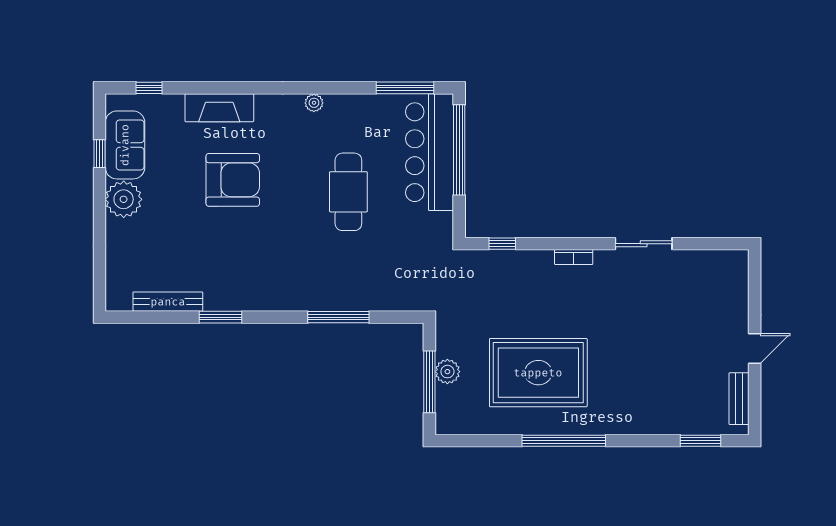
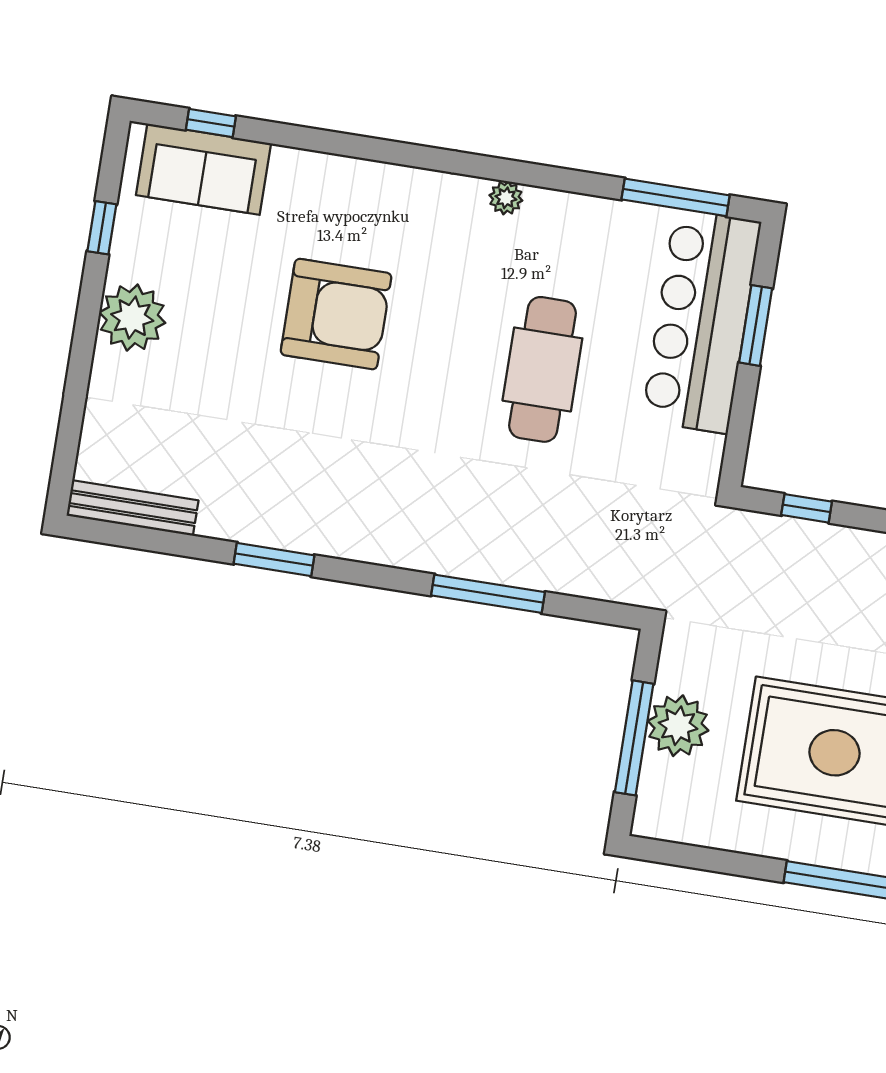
fireplace: (219, 108) -> (333, 179), removed
sofa: (125, 145) -> (204, 169), moved, turned 90
window: (459, 150) -> (756, 325), width x0.47
bench: (168, 302) -> (133, 508), moved
plant: (447, 372) -> (678, 726), width x1.36, depth x1.36

